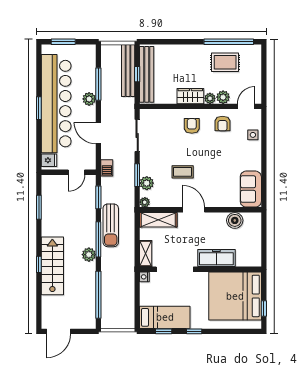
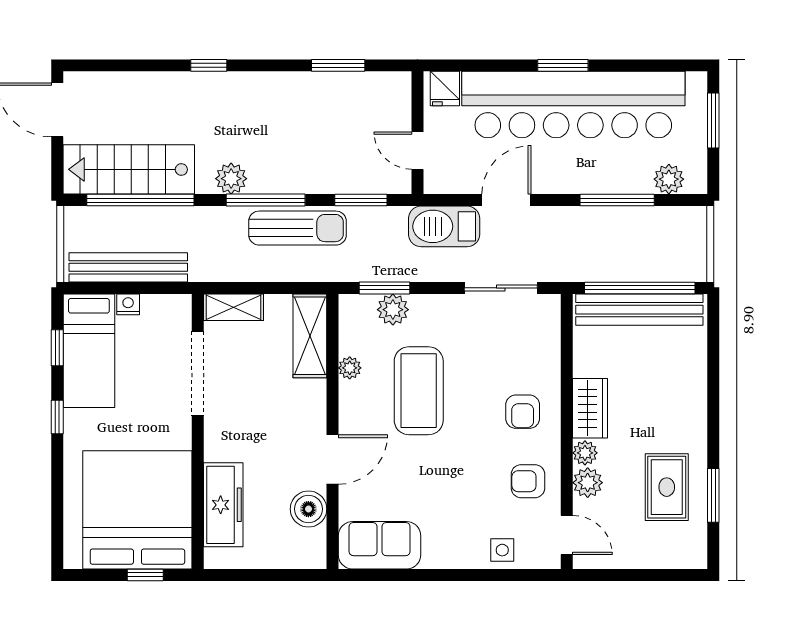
window: (229, 42) -> (713, 495), width x0.47
bench: (128, 70) -> (128, 267), moved
window: (137, 74) -> (640, 288), width x3.17
plant: (89, 99) -> (669, 179), moved
armchair: (192, 126) -> (523, 412), turned 90
barbecue: (107, 168) -> (444, 226), width x1.88, depth x1.53
coffee table: (183, 172) -> (419, 391), width x1.86, depth x1.72
window: (137, 175) -> (385, 288), moved
plant: (145, 202) -> (350, 368), moved
door: (194, 210) -> (333, 460), moved
sun lounger: (111, 225) -> (298, 228), turned 180
freezer: (216, 258) -> (223, 505), moved
stairs: (52, 266) -> (129, 169), moved, turned 180
nightstand: (144, 277) -> (128, 304), moved
window: (264, 308) -> (145, 575), moved

